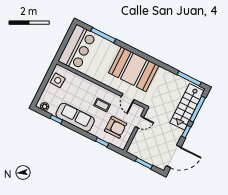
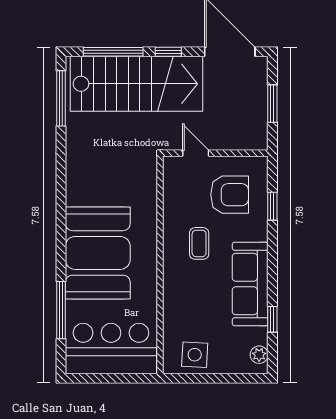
booth: (134, 69) -> (98, 253), moved
door: (128, 98) -> (160, 200), removed
stairs: (187, 107) -> (136, 84), width x1.36, depth x1.51
armchair: (116, 127) -> (230, 195), turned 90

